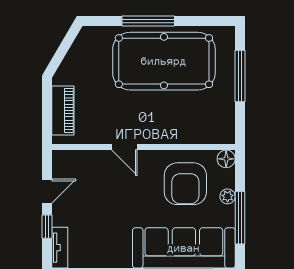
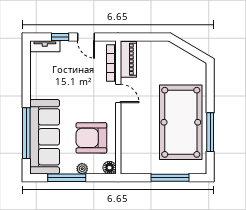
window: (148, 21) -> (210, 132), moved
piano: (63, 111) -> (128, 59), moved, turned -90
door: (124, 147) -> (118, 93), swing flipped
bookcase: (83, 156) -> (111, 63), added

